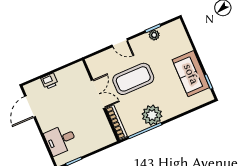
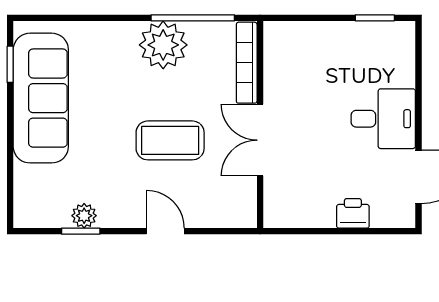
sofa: (191, 74) -> (41, 98), width x1.36
coffee table: (133, 79) -> (170, 140), width x0.73, depth x0.76
desk: (61, 140) -> (383, 119), moved

